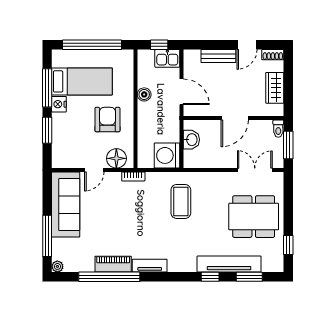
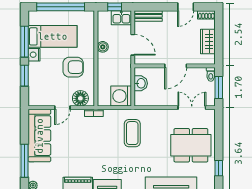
bench: (218, 56) -> (148, 16), moved
armchair: (107, 120) -> (73, 67), turned 90

